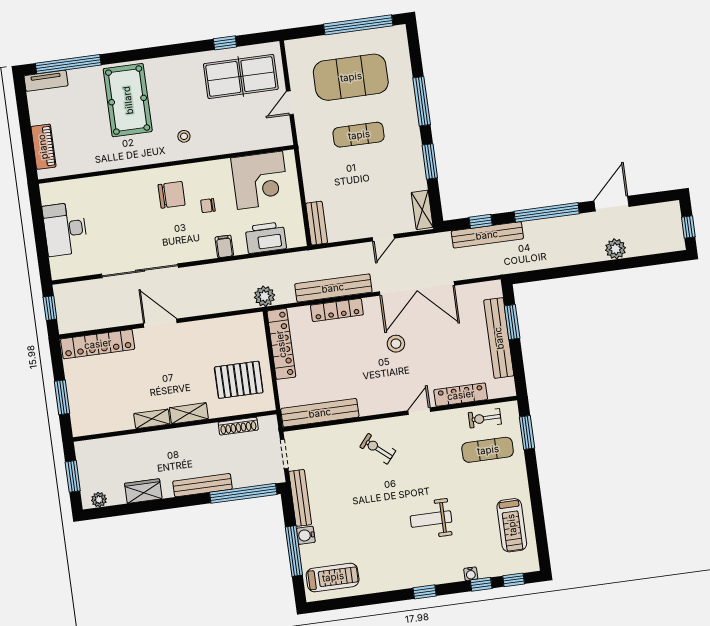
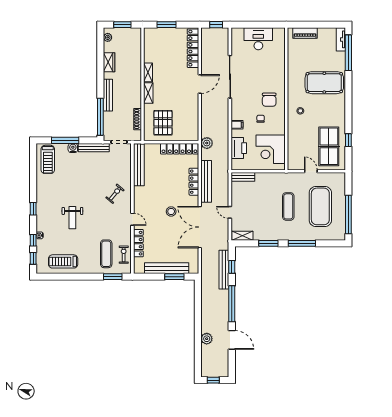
weight bench: (431, 519) -> (72, 218), turned 180

